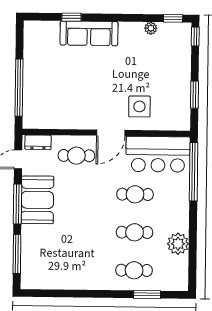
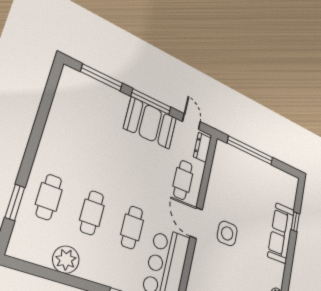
side table: (139, 106) -> (227, 233), moved

